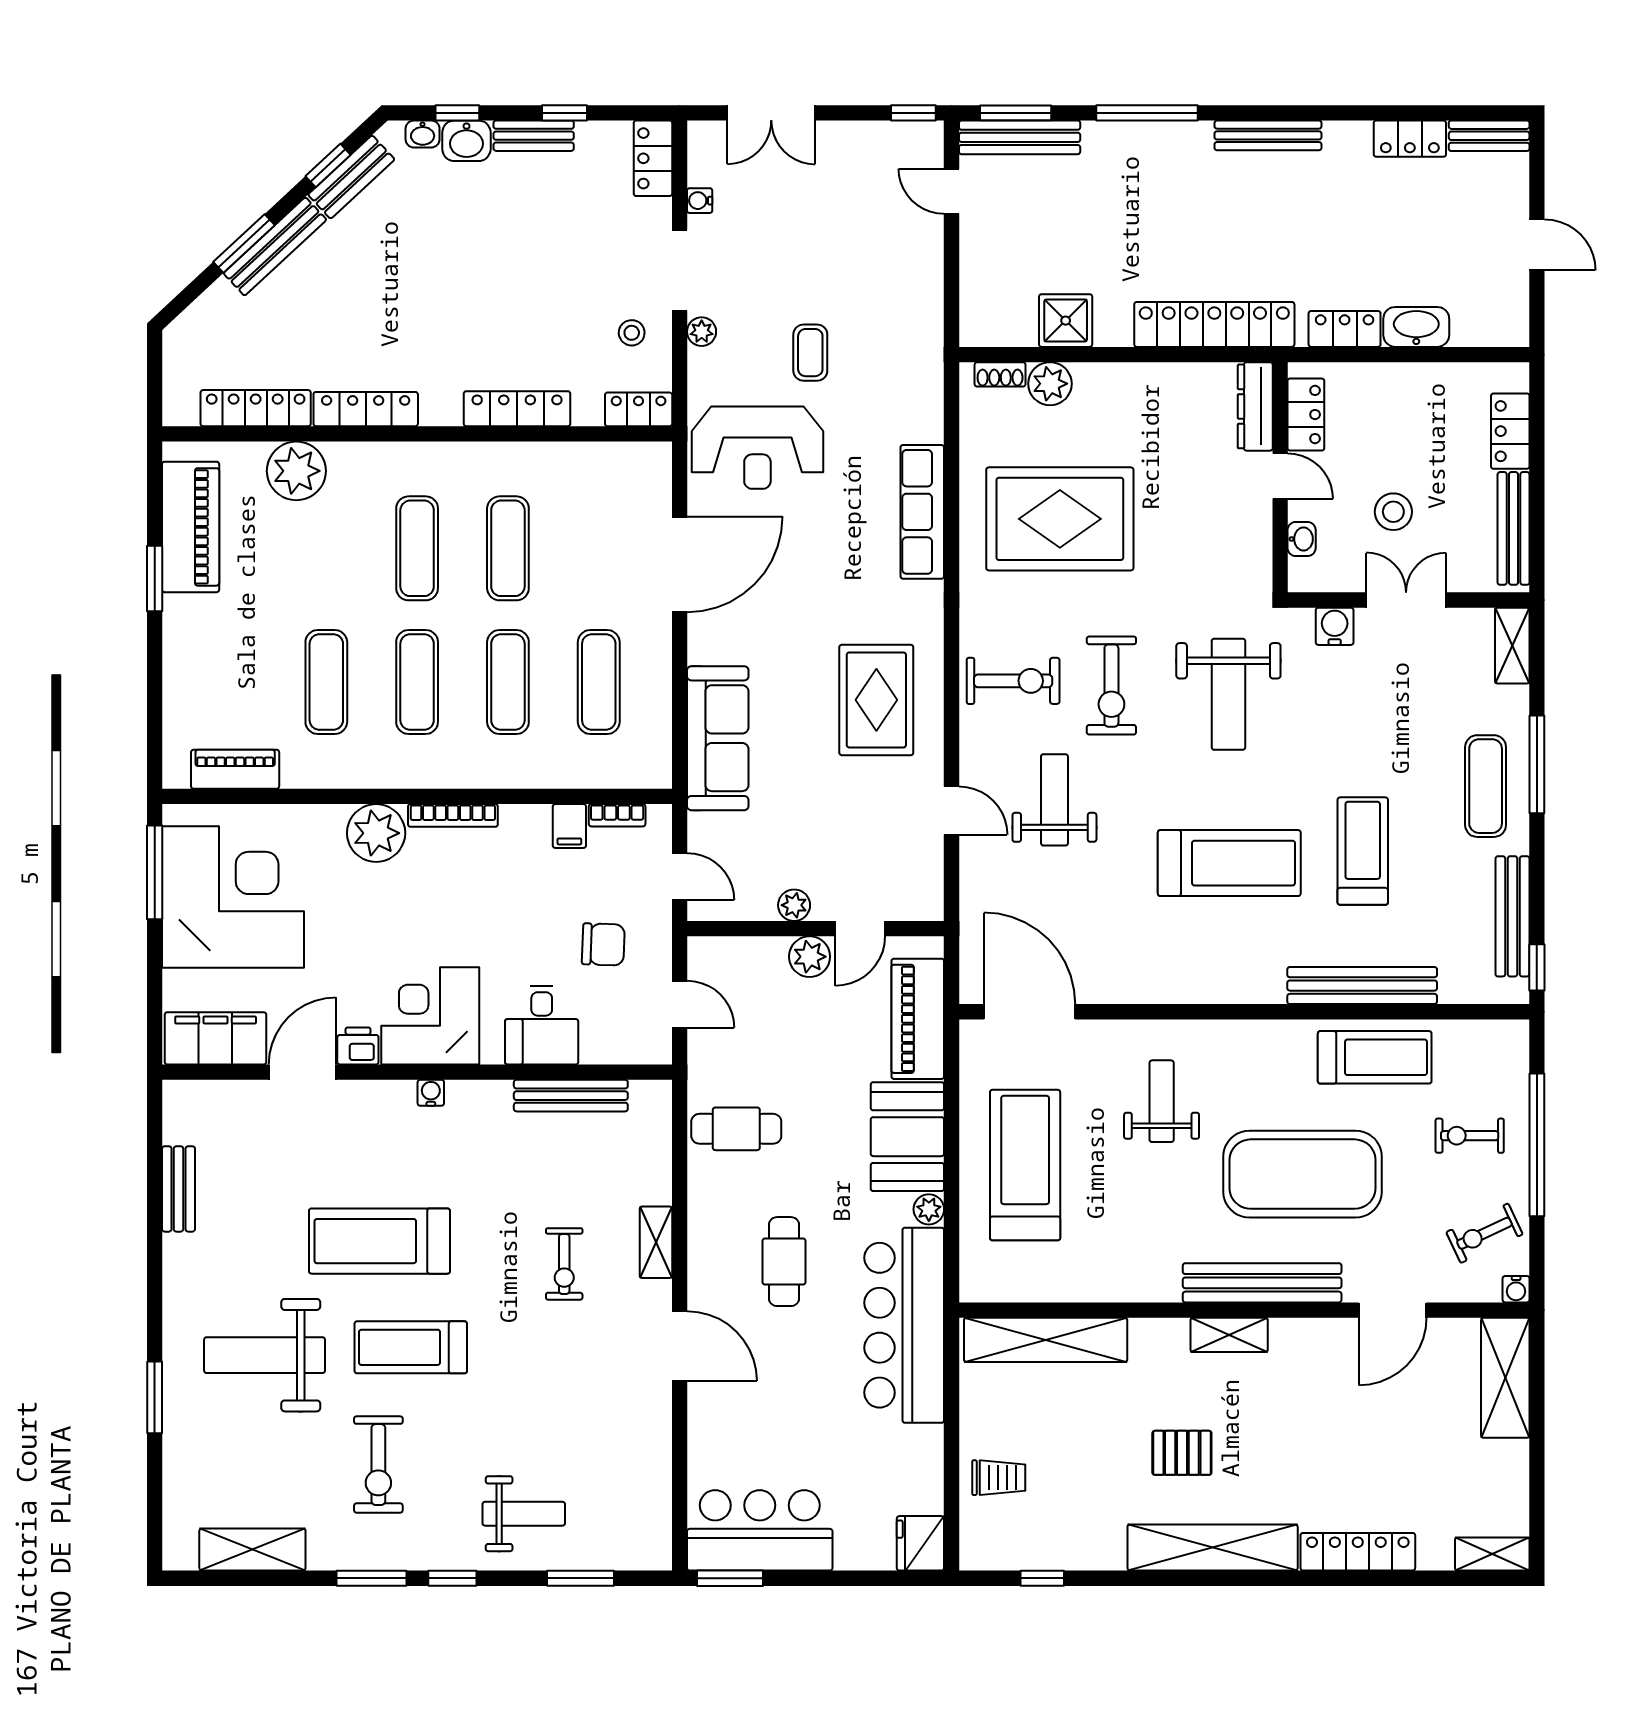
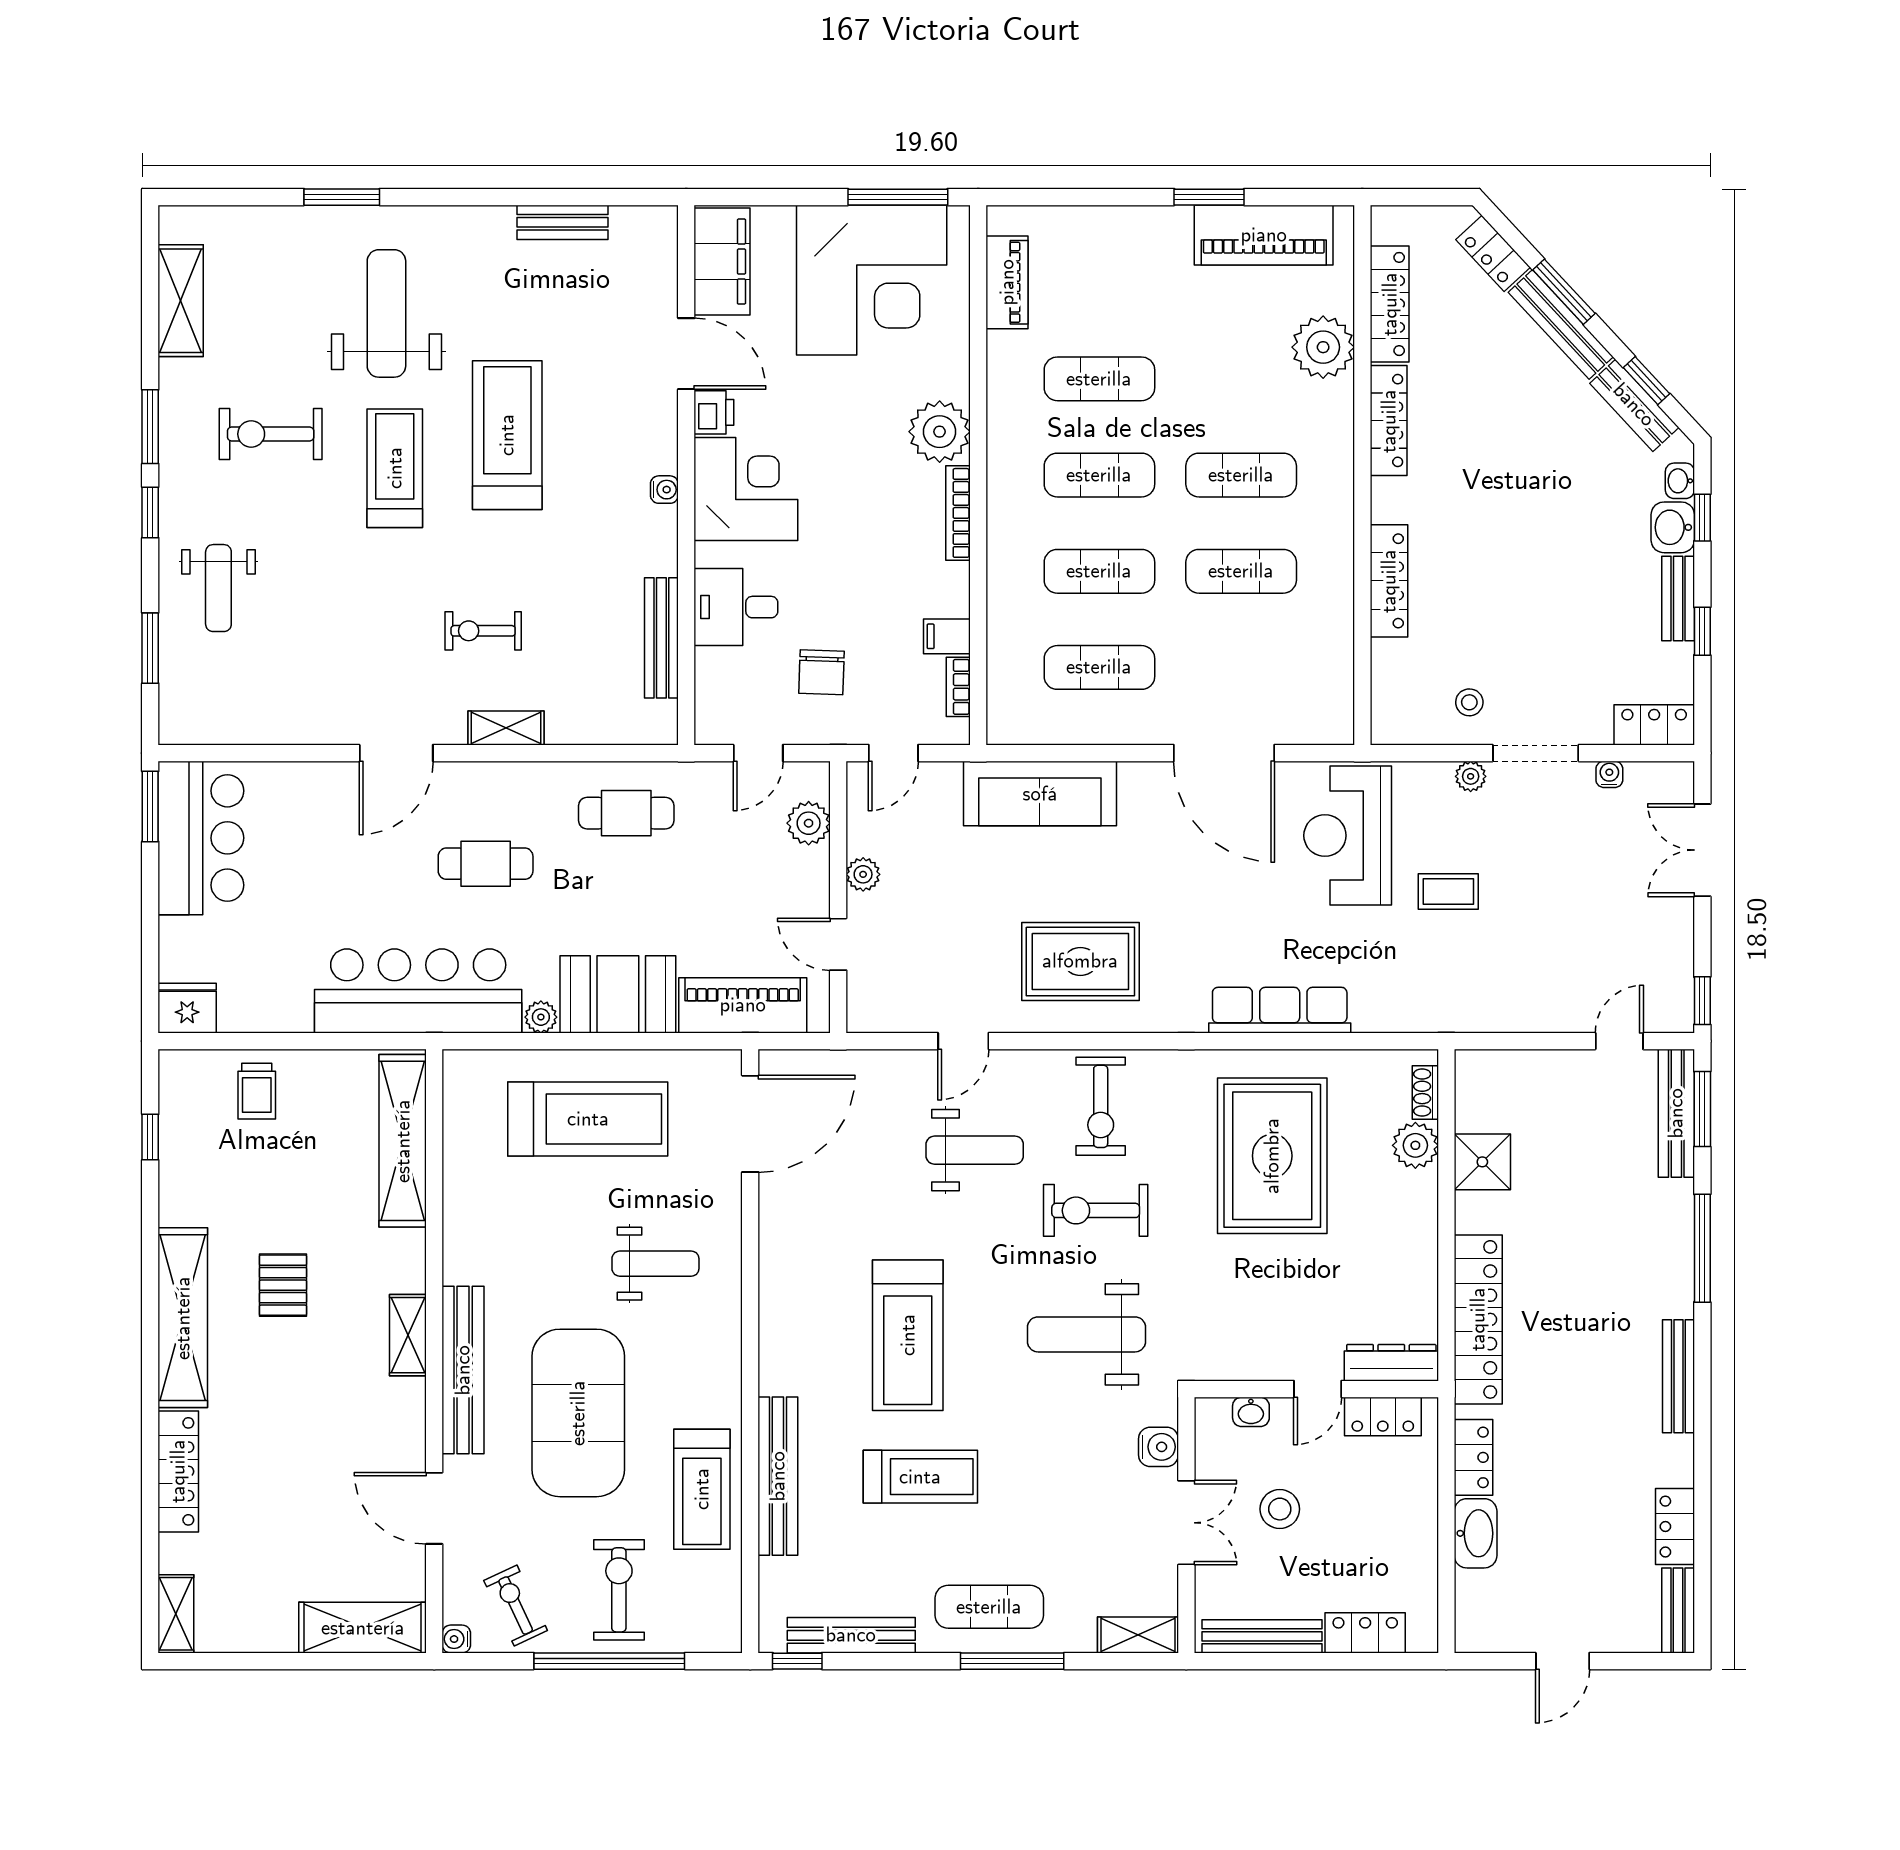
locker: (639, 409) -> (1493, 253), moved, turned 137
plant: (810, 957) -> (809, 823), moved
cafe table: (736, 1129) -> (626, 813), turned 90
exercise bike: (1470, 1136) -> (619, 1590), width x1.38, depth x1.39

